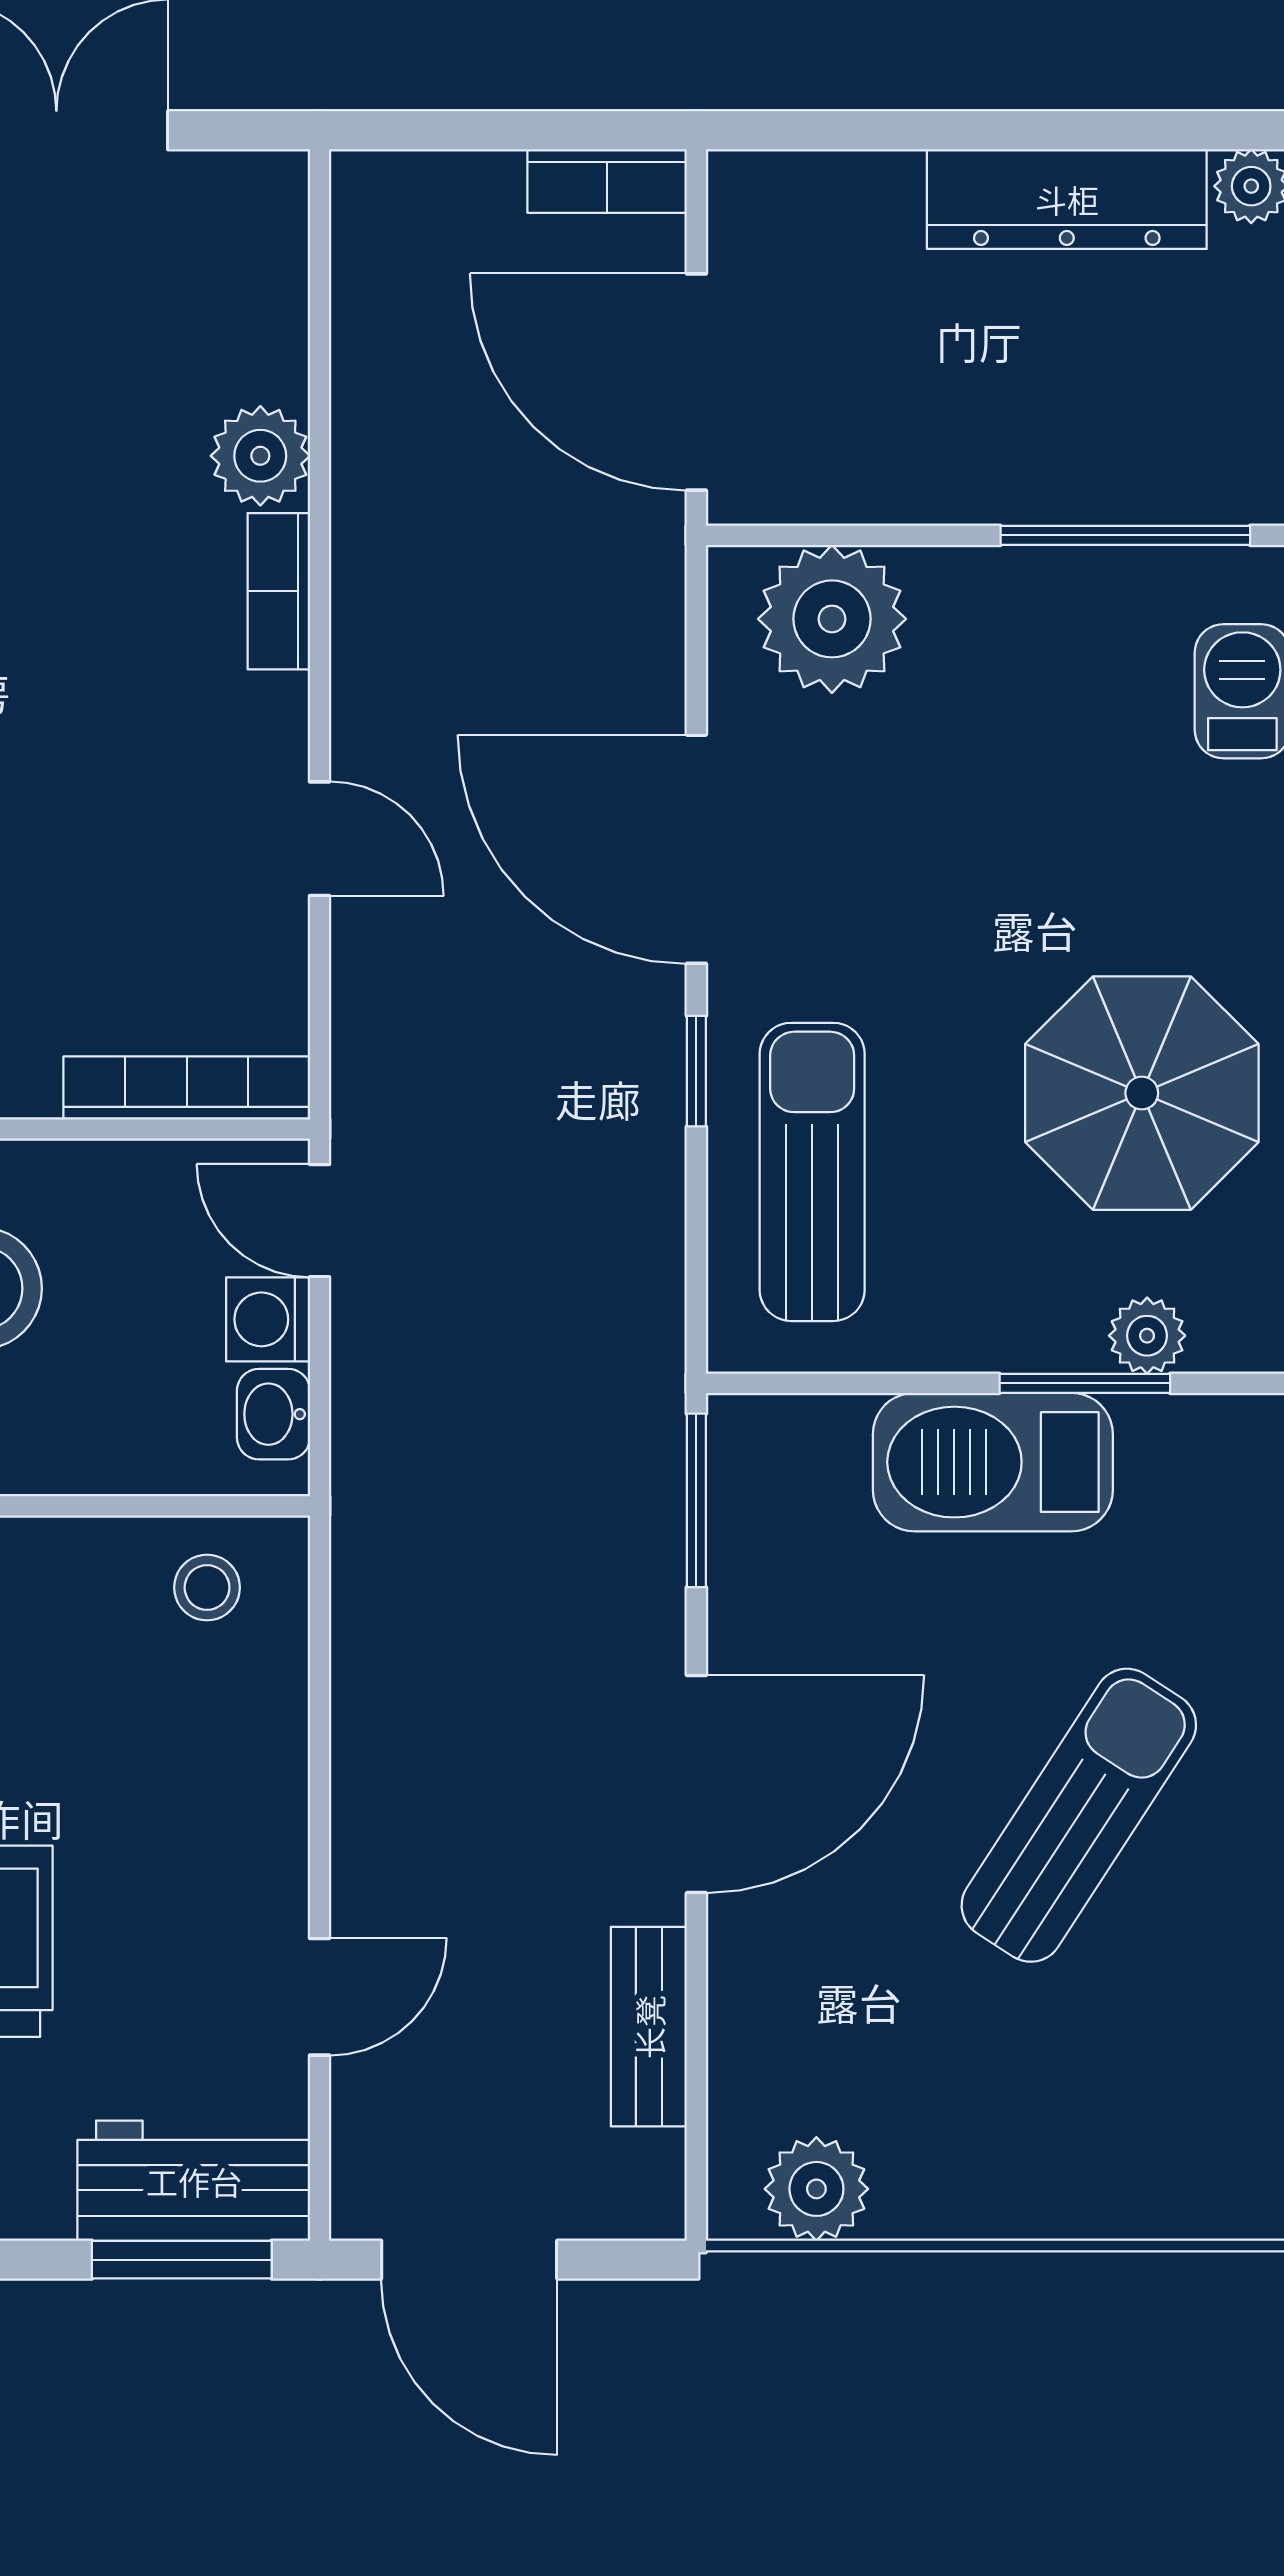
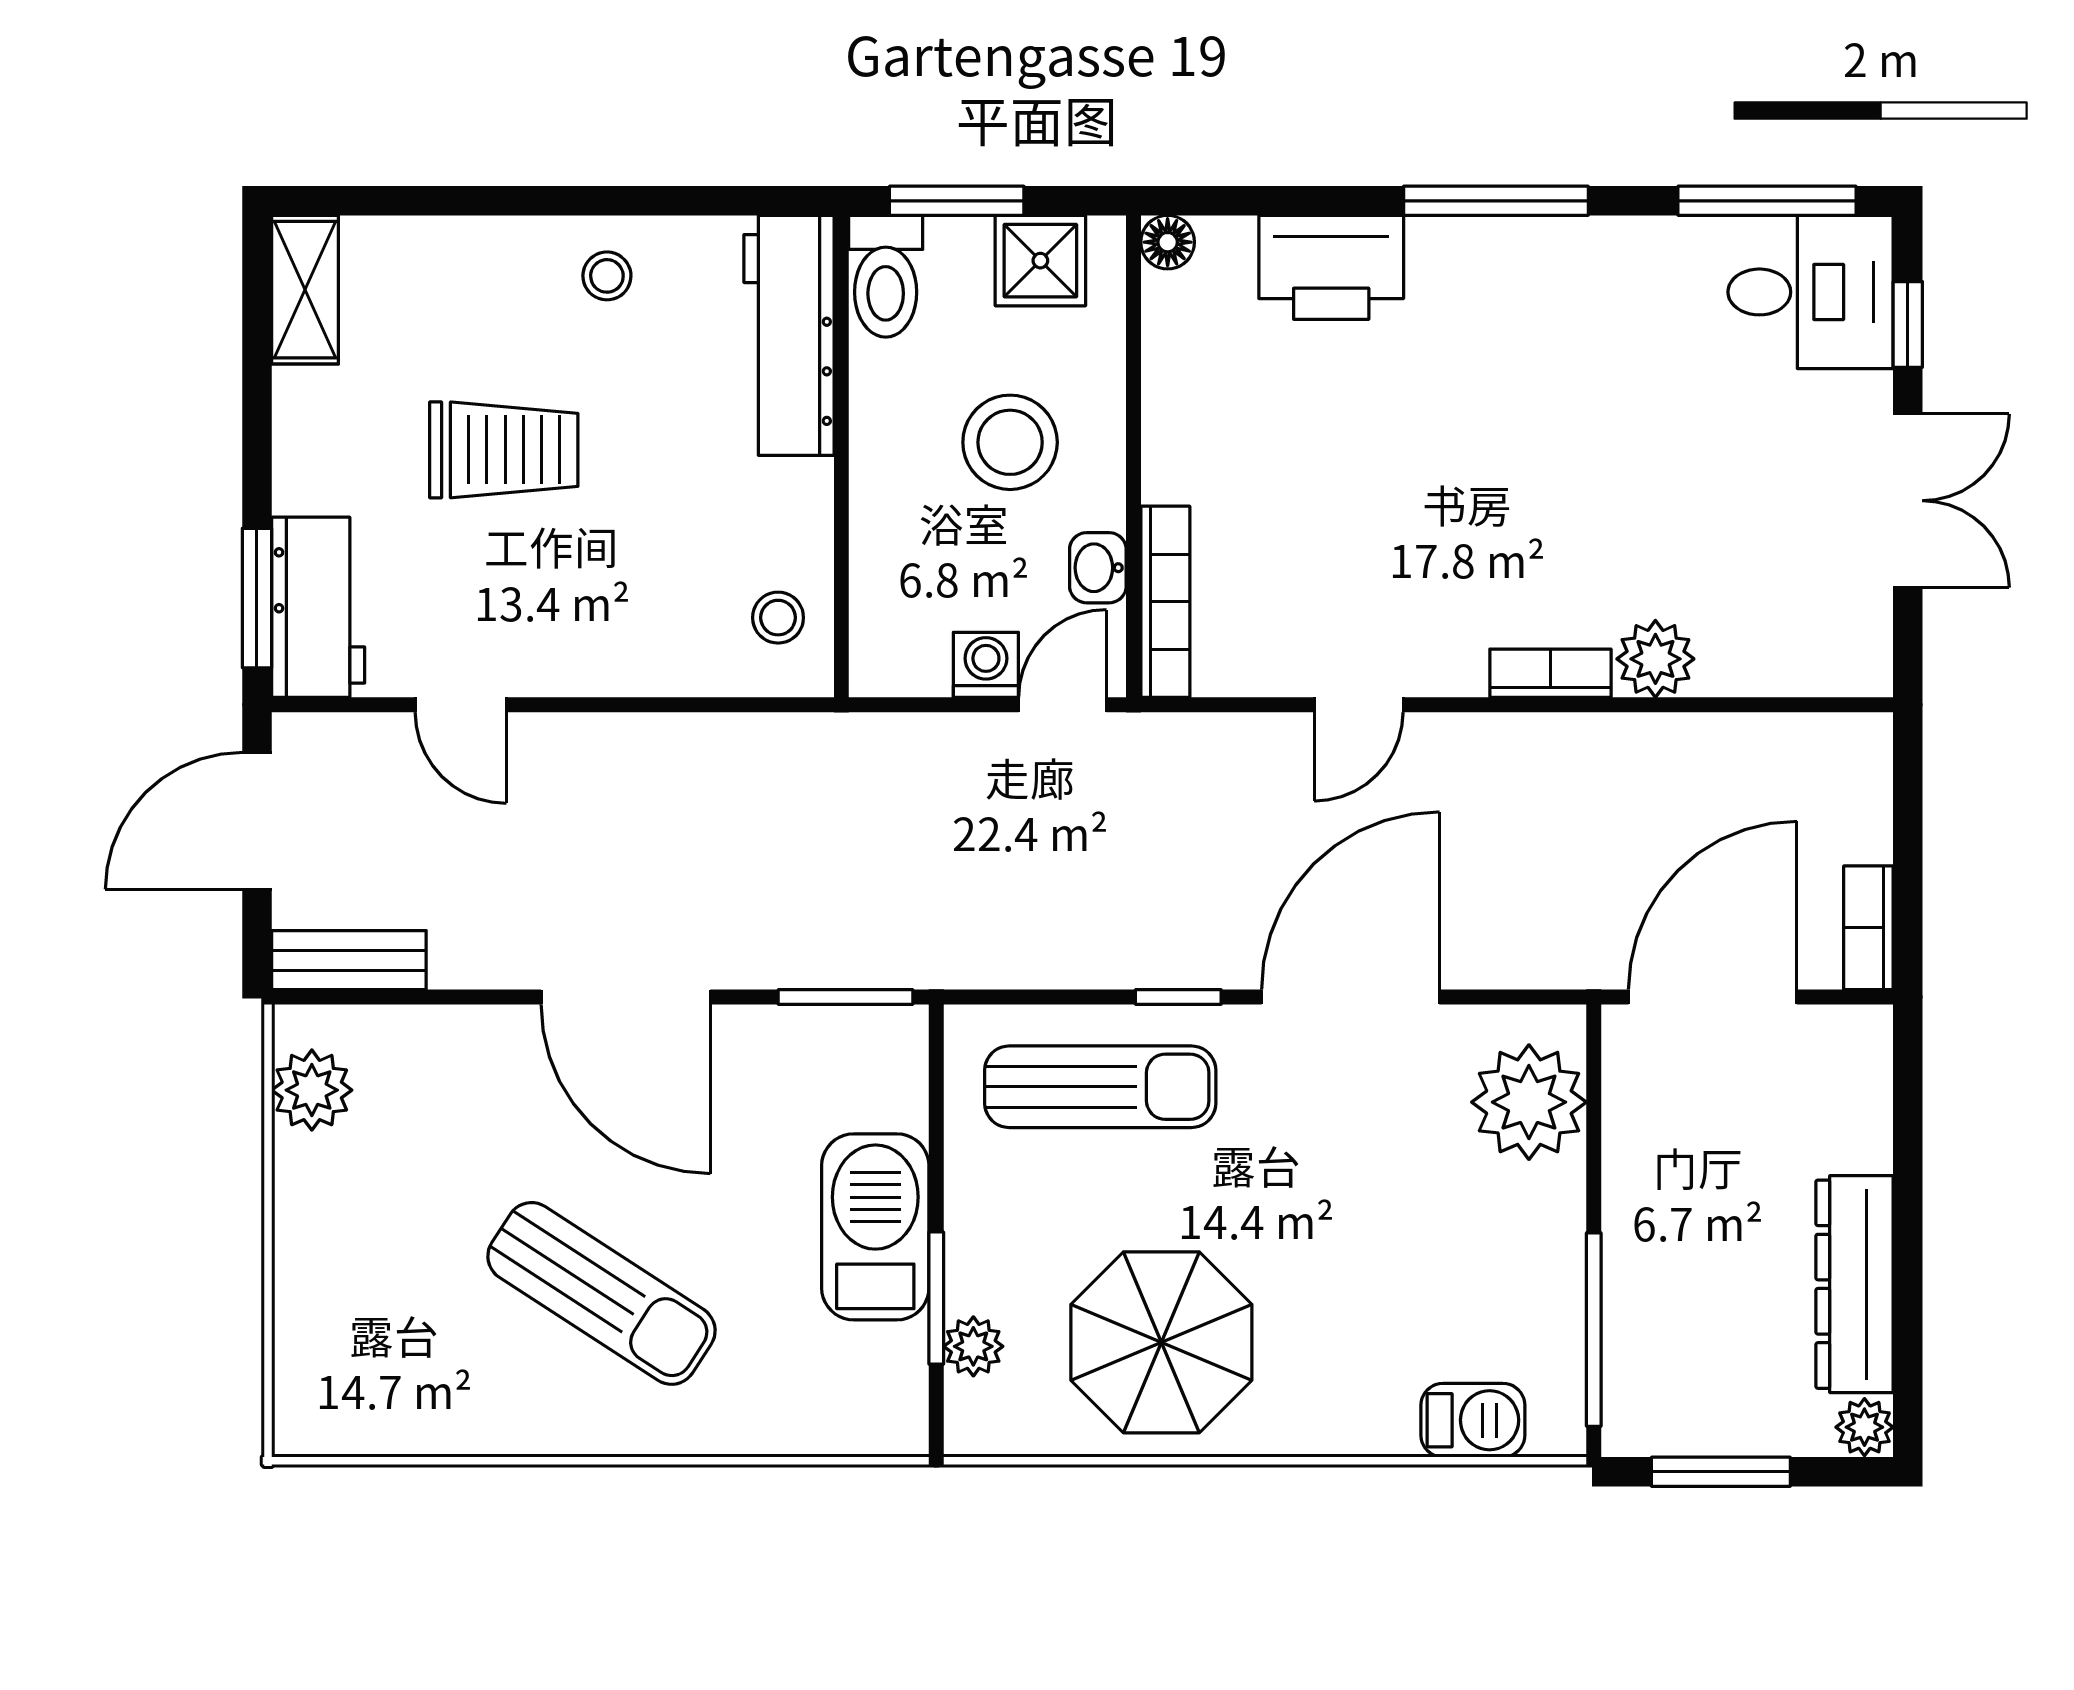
washbasin: (274, 1414) -> (1098, 568), moved, turned -90
bench: (649, 2027) -> (349, 960), moved

